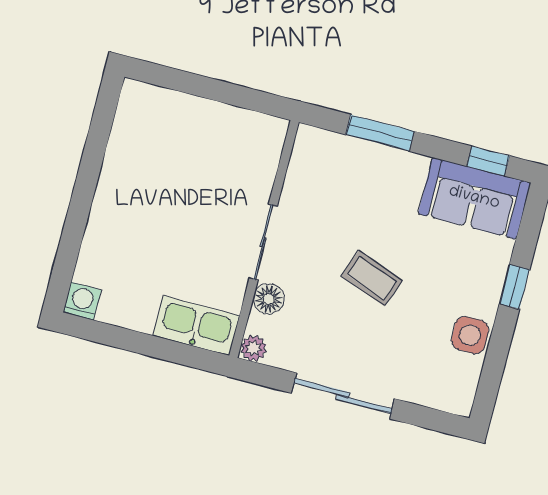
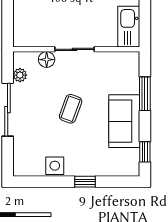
sofa: (474, 198) -> (124, 121), moved
kitchen sink: (196, 326) -> (129, 27), moved, turned 180
plant: (254, 348) -> (20, 75), moved

